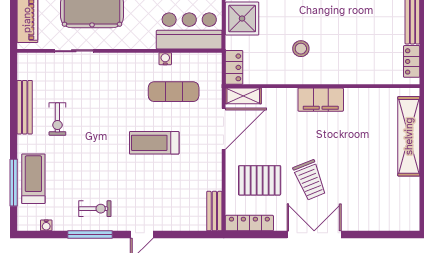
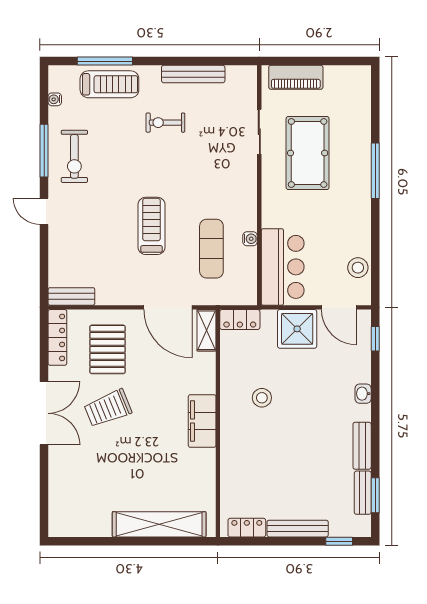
exercise bike: (57, 119) -> (165, 123), moved
exercise bike: (95, 209) -> (74, 156), width x1.38, depth x1.39

